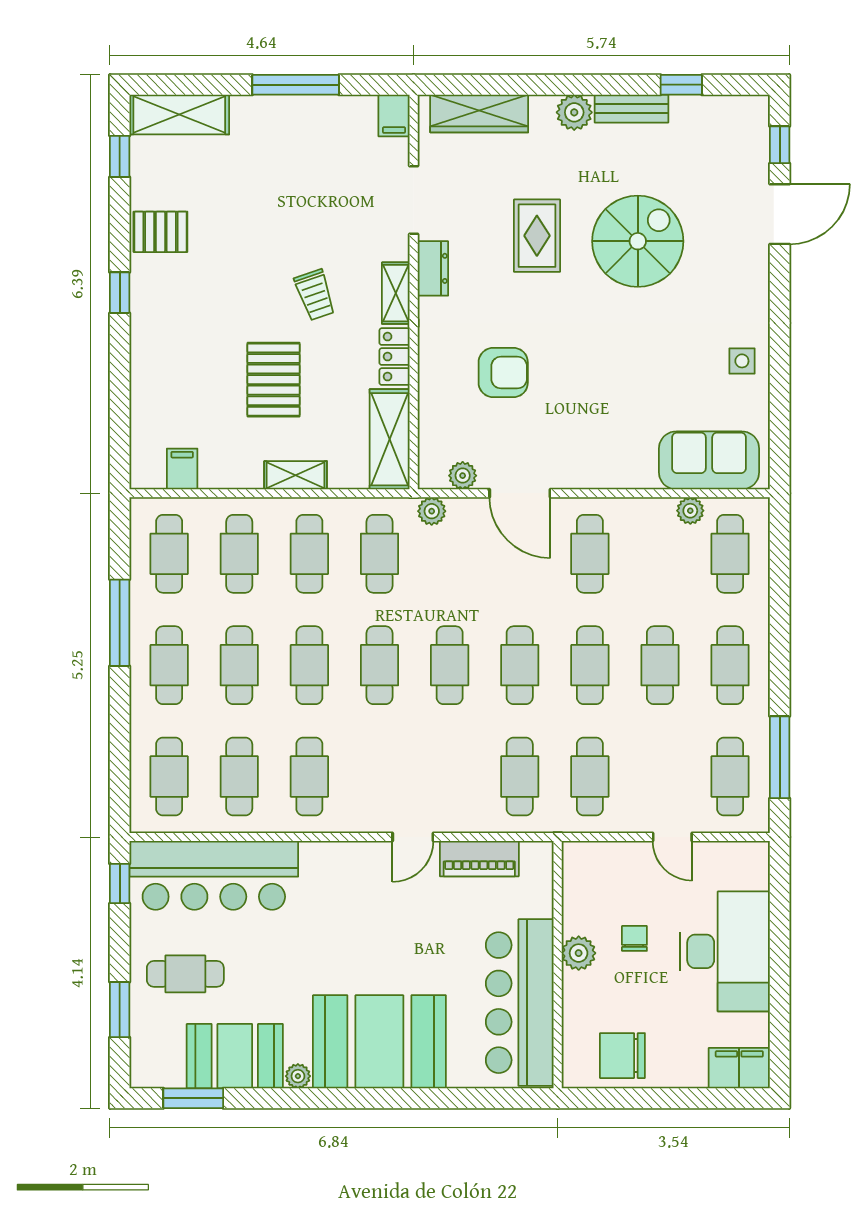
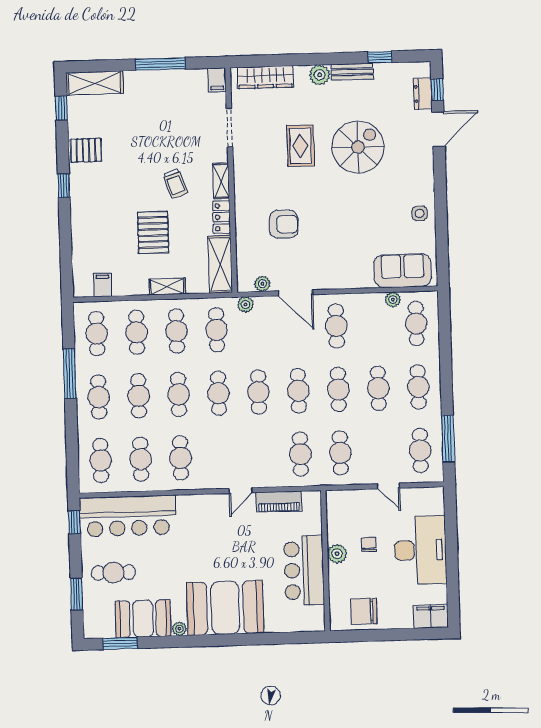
dresser: (433, 268) -> (423, 94), moved, turned 180
bar counter: (520, 1003) -> (304, 570), width x0.73

